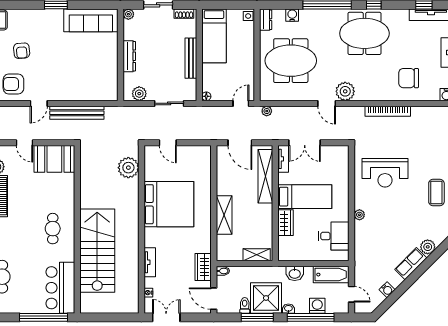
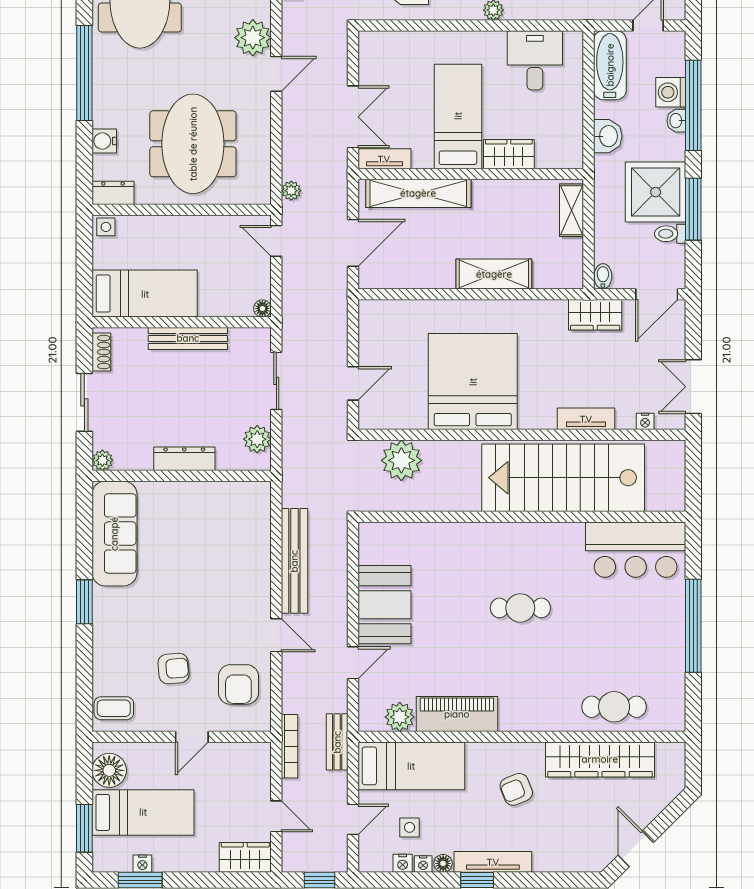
wall: (77, 229) -> (522, 517), moved
stairs: (97, 251) -> (563, 478), moved
bar counter: (60, 288) -> (636, 550), moved
washbasin: (288, 309) -> (676, 121), moved

